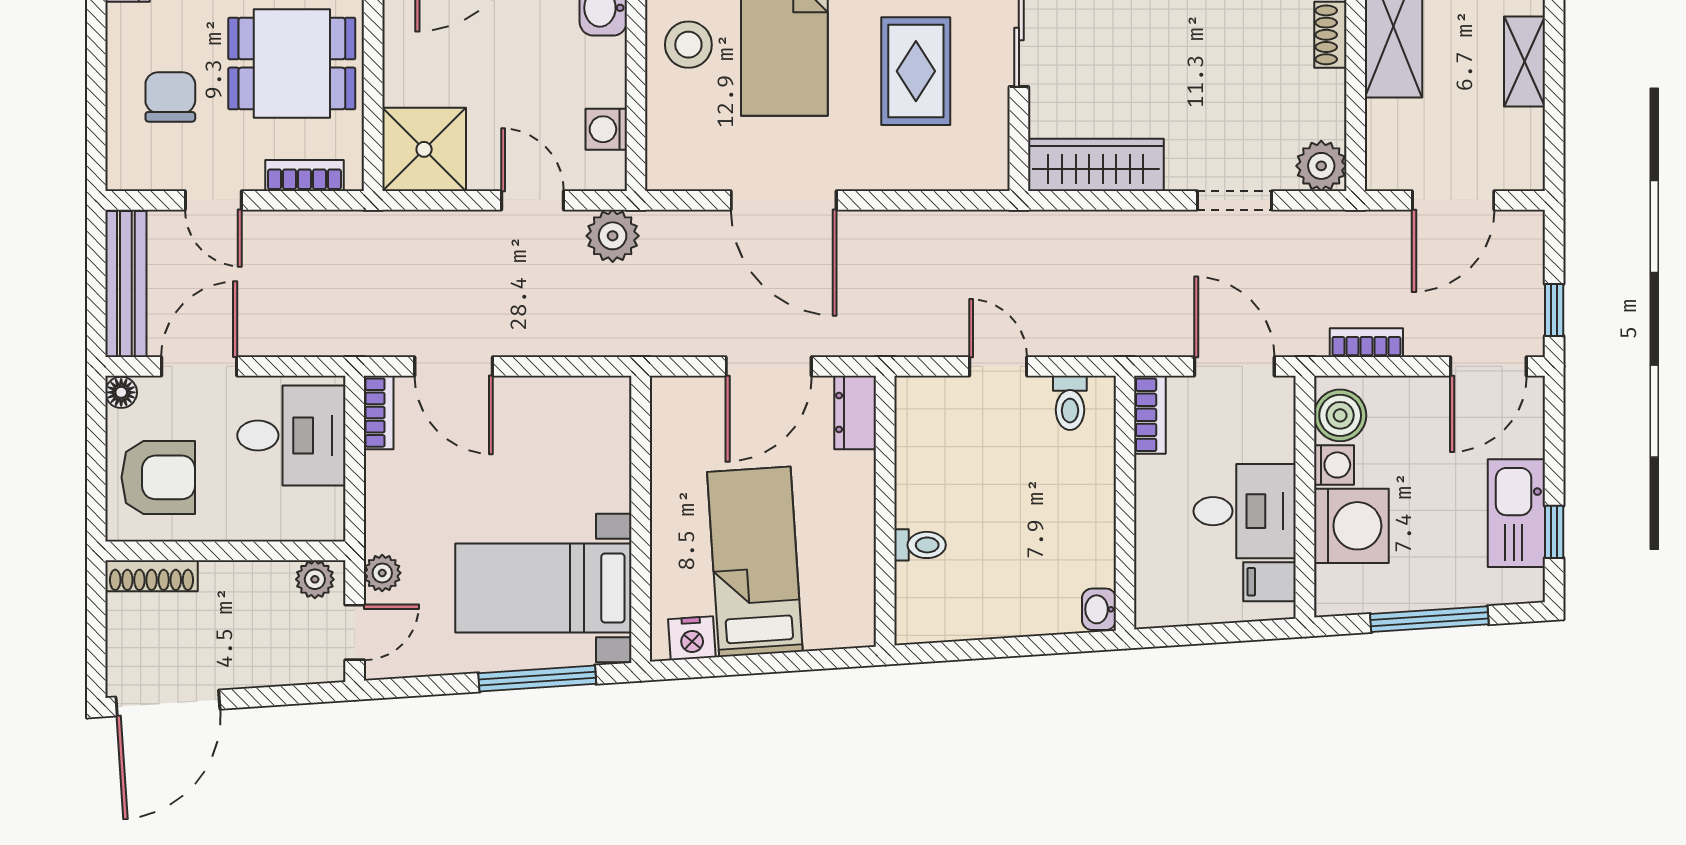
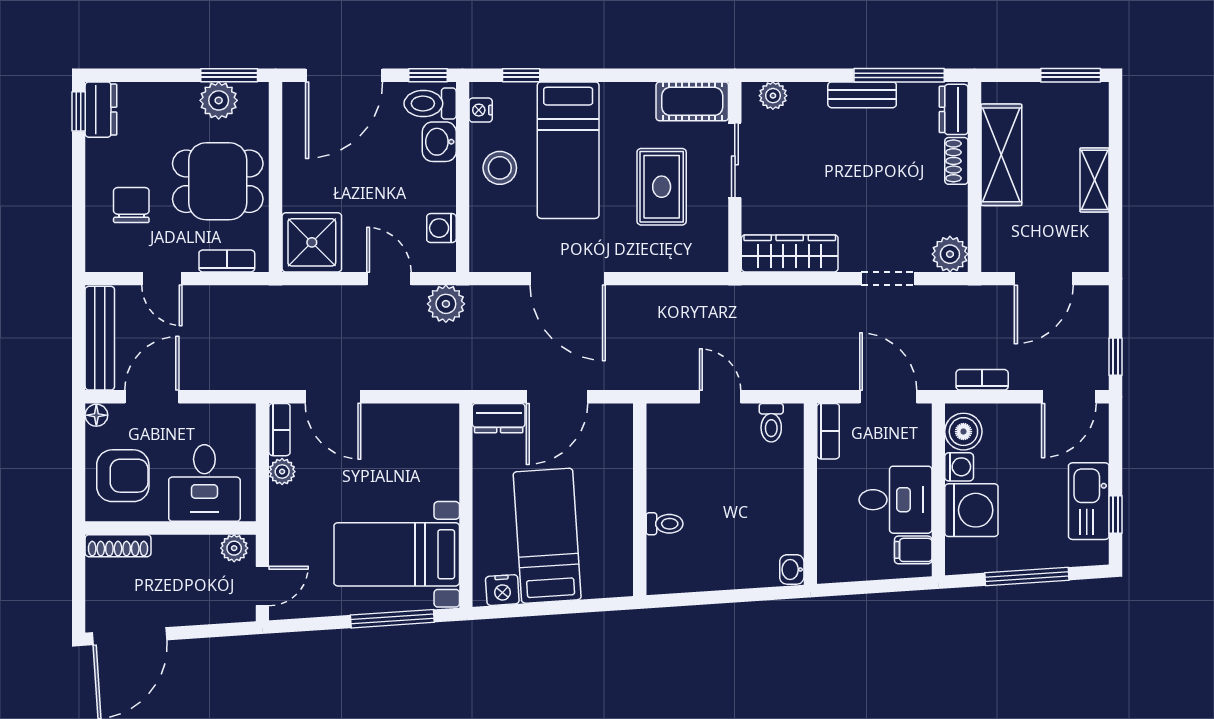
dresser: (855, 412) -> (499, 418), moved, turned -90
desk: (291, 435) -> (204, 483), moved, turned 90
plant: (382, 573) -> (282, 472), moved

